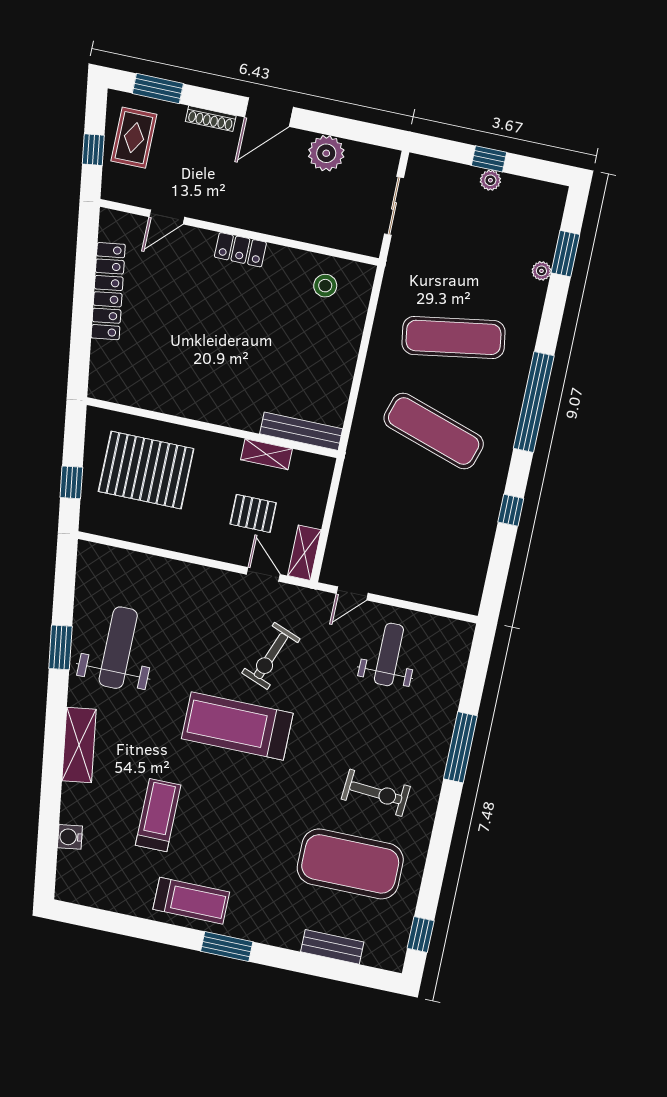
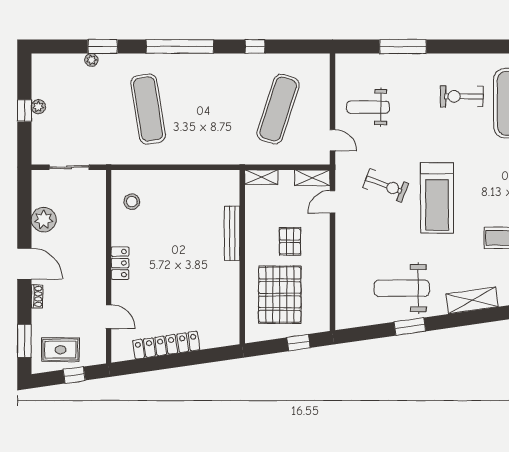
shoe rack: (211, 119) -> (37, 296), width x0.70
window: (565, 254) -> (103, 46), moved
bench: (301, 431) -> (232, 233), moved
exercise mat: (434, 431) -> (278, 109), moved
shelving: (267, 454) -> (261, 177), moved, turned 90
pallet: (253, 513) -> (290, 241), moved
window: (460, 747) -> (403, 46), moved
exercise bike: (376, 793) -> (462, 96), turned -94

